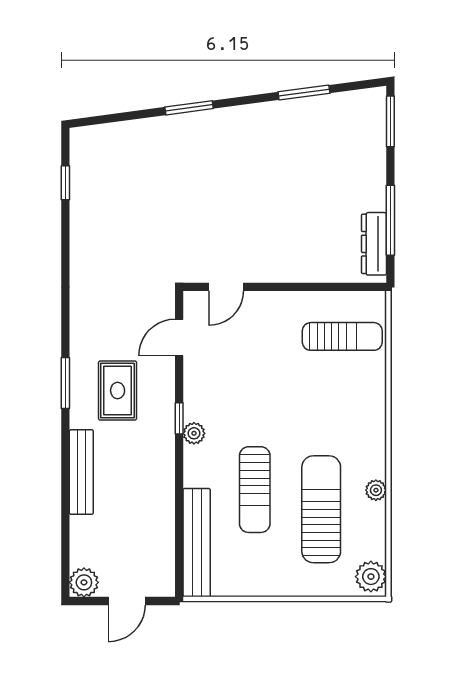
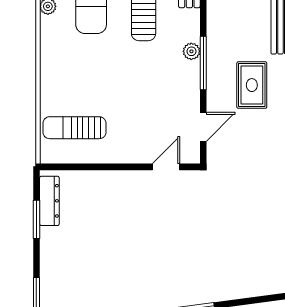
window: (390, 220) -> (36, 219), width x0.69
window: (179, 418) -> (203, 63), width x2.17

